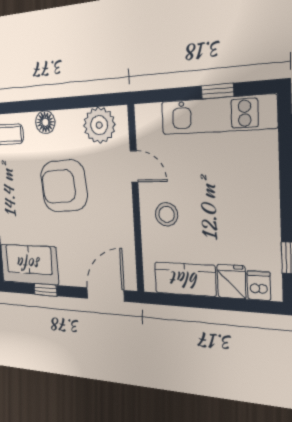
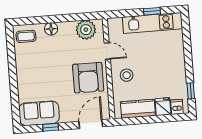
armchair: (64, 186) -> (88, 78), moved, turned -86

